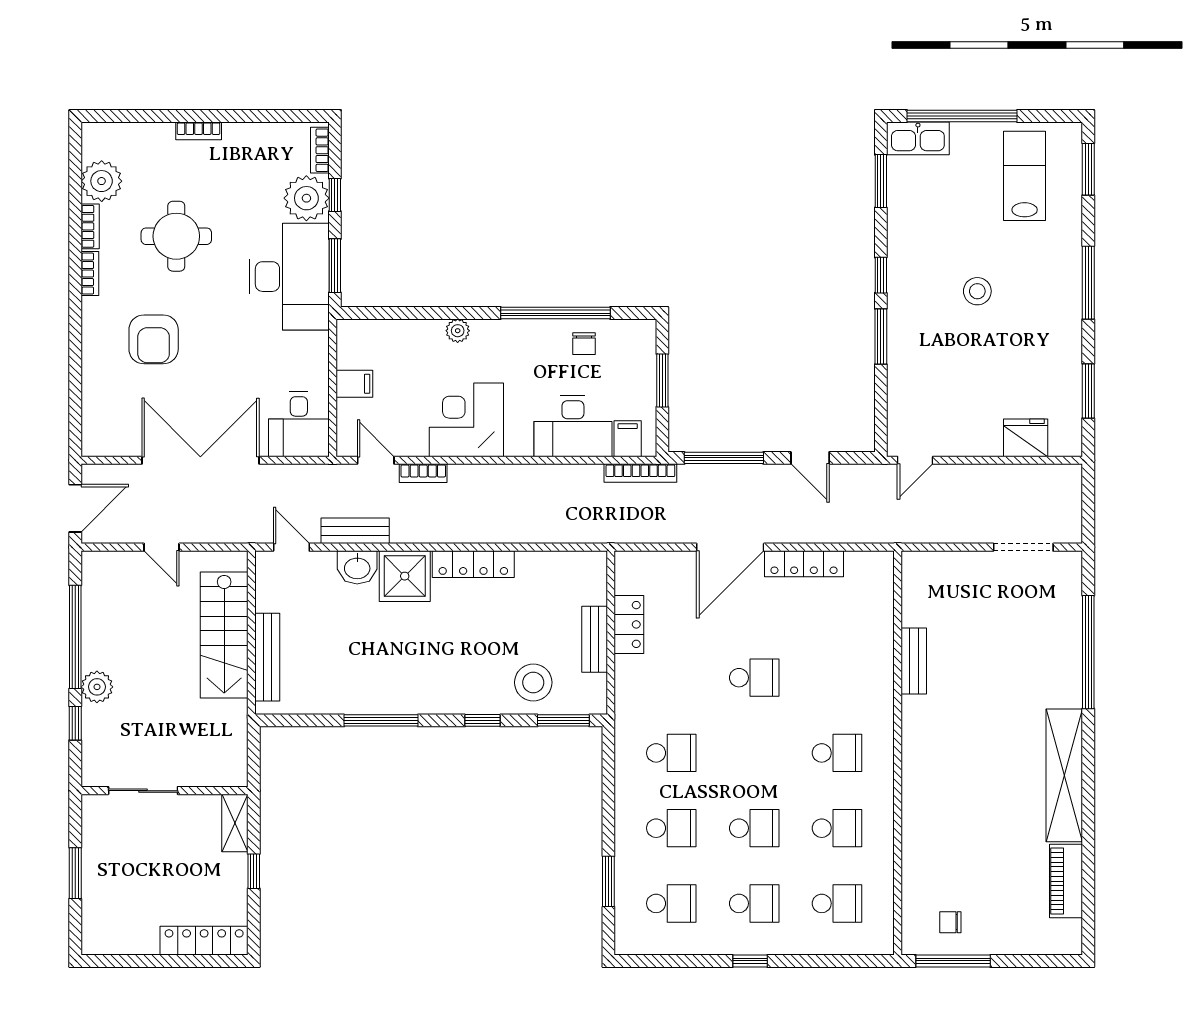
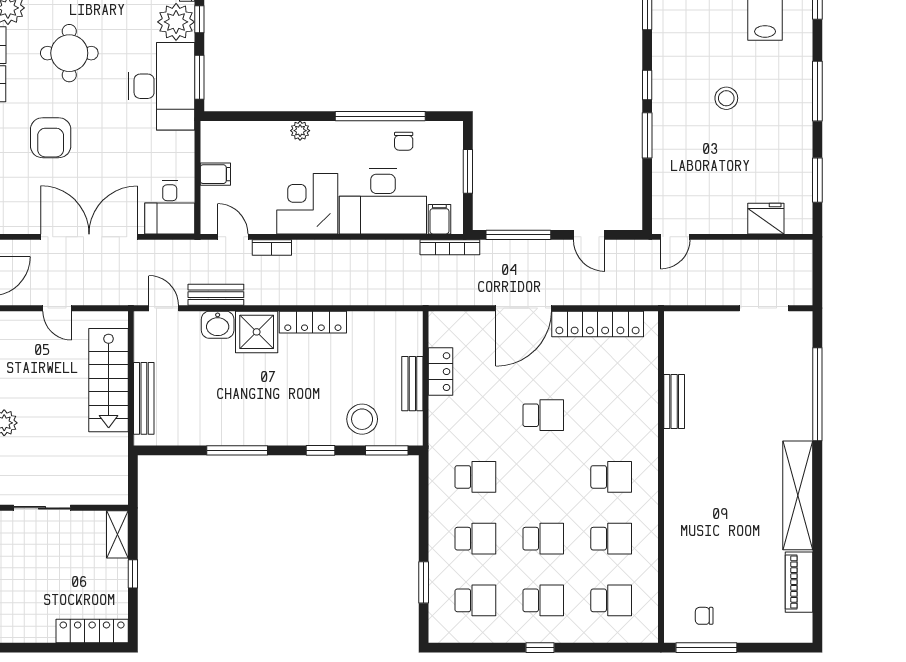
desk: (573, 426) -> (383, 201), width x1.36, depth x1.30
locker: (804, 564) -> (598, 324), width x1.41, depth x1.21

